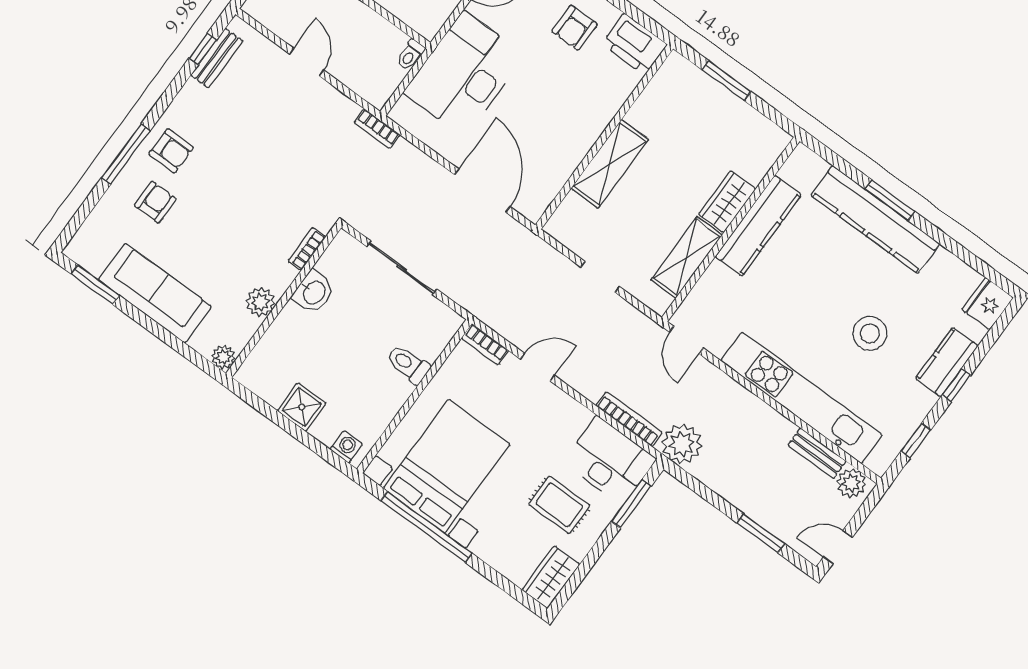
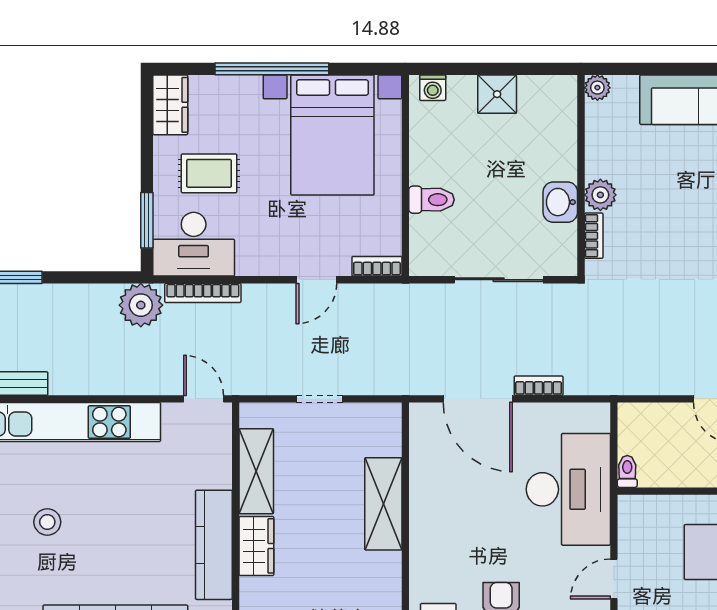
bookcase: (377, 129) -> (539, 386), moved
plant: (260, 302) -> (600, 195), moved
stool: (870, 333) -> (47, 522), width x0.73, depth x0.73
window: (426, 527) -> (272, 69), moved

